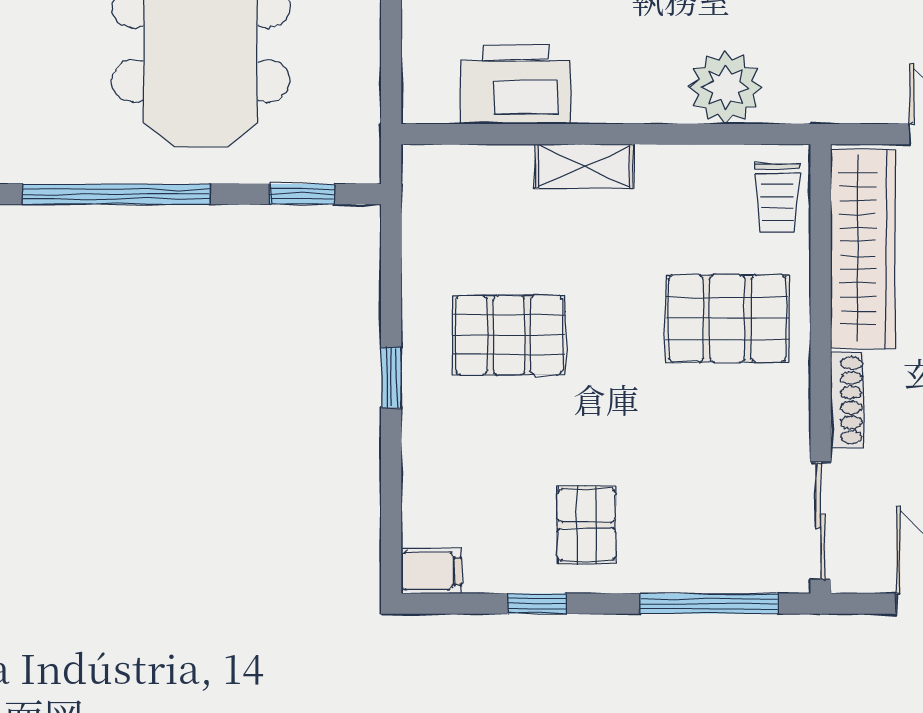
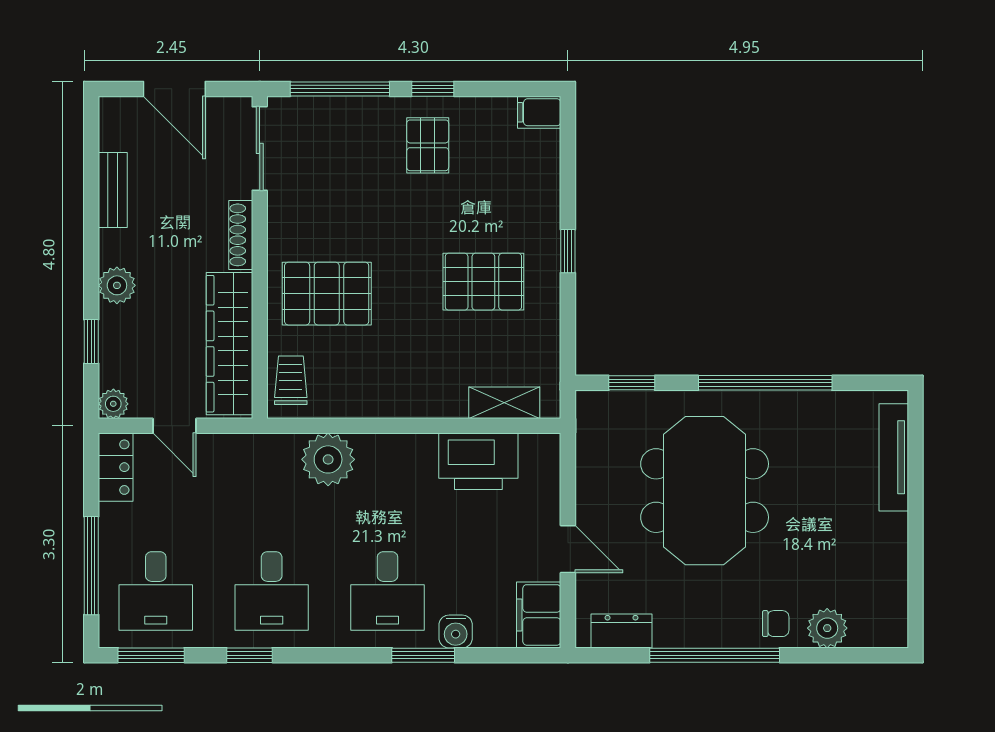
shelving: (584, 166) -> (504, 403), moved
window: (537, 604) -> (433, 89), moved

